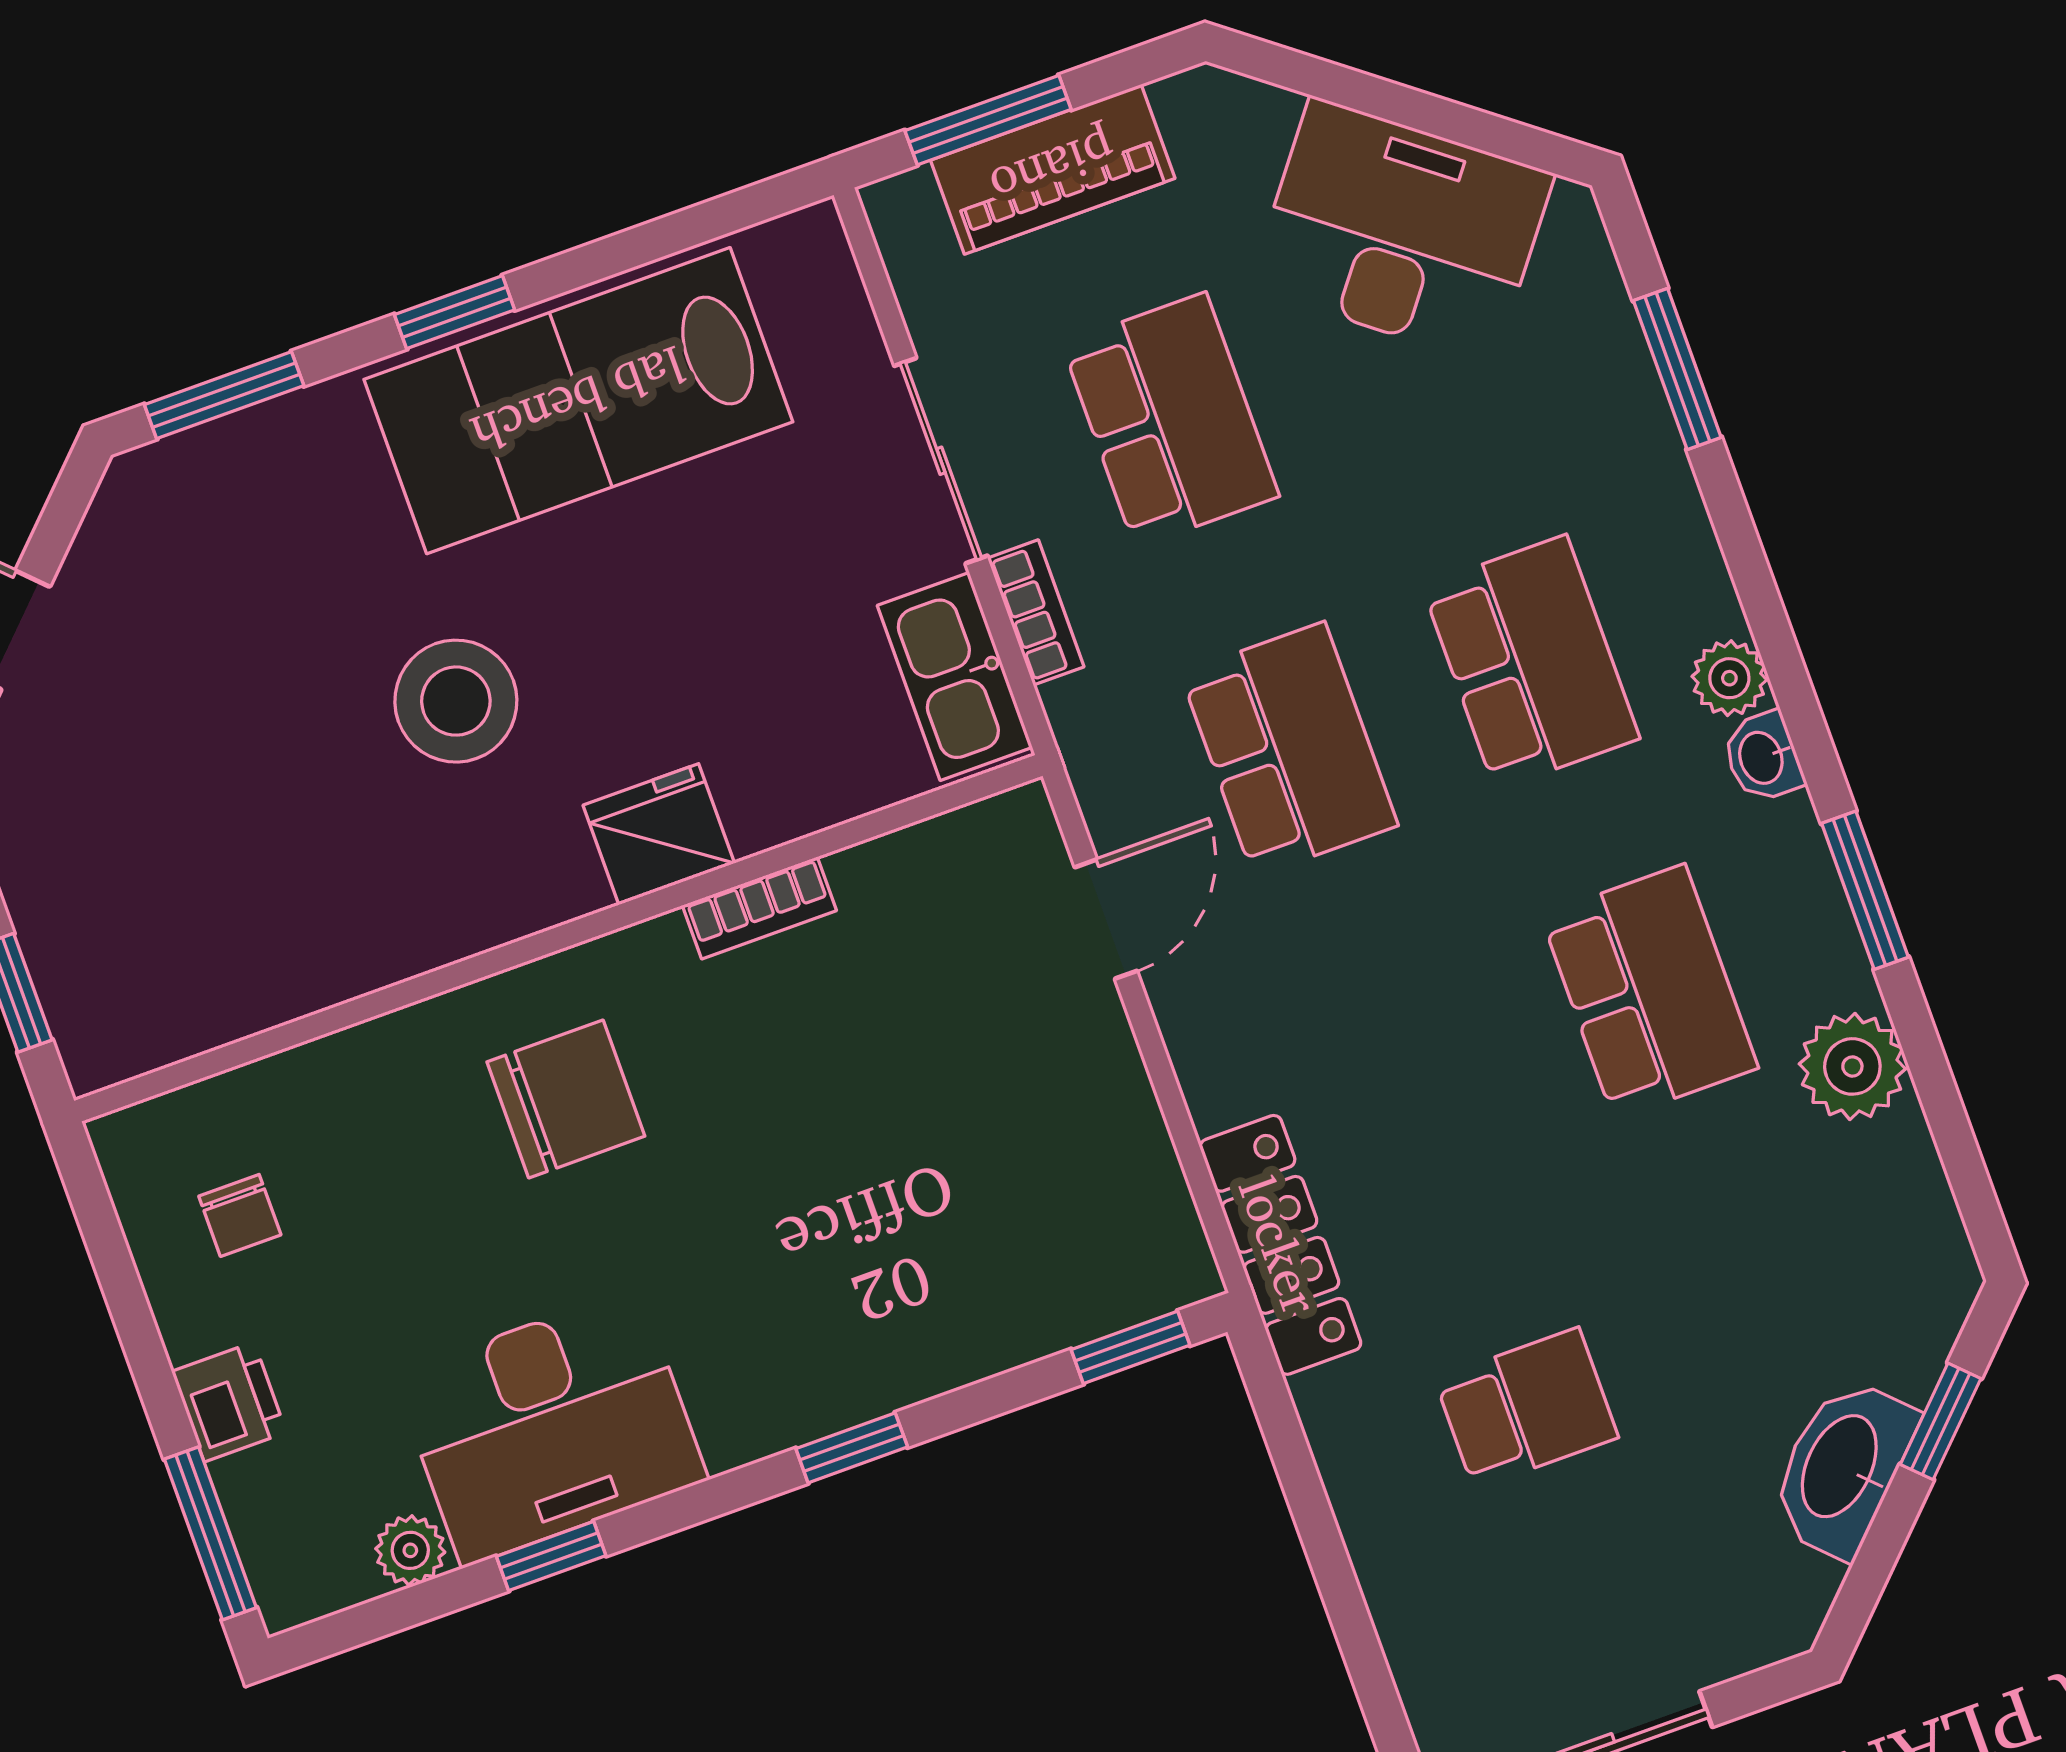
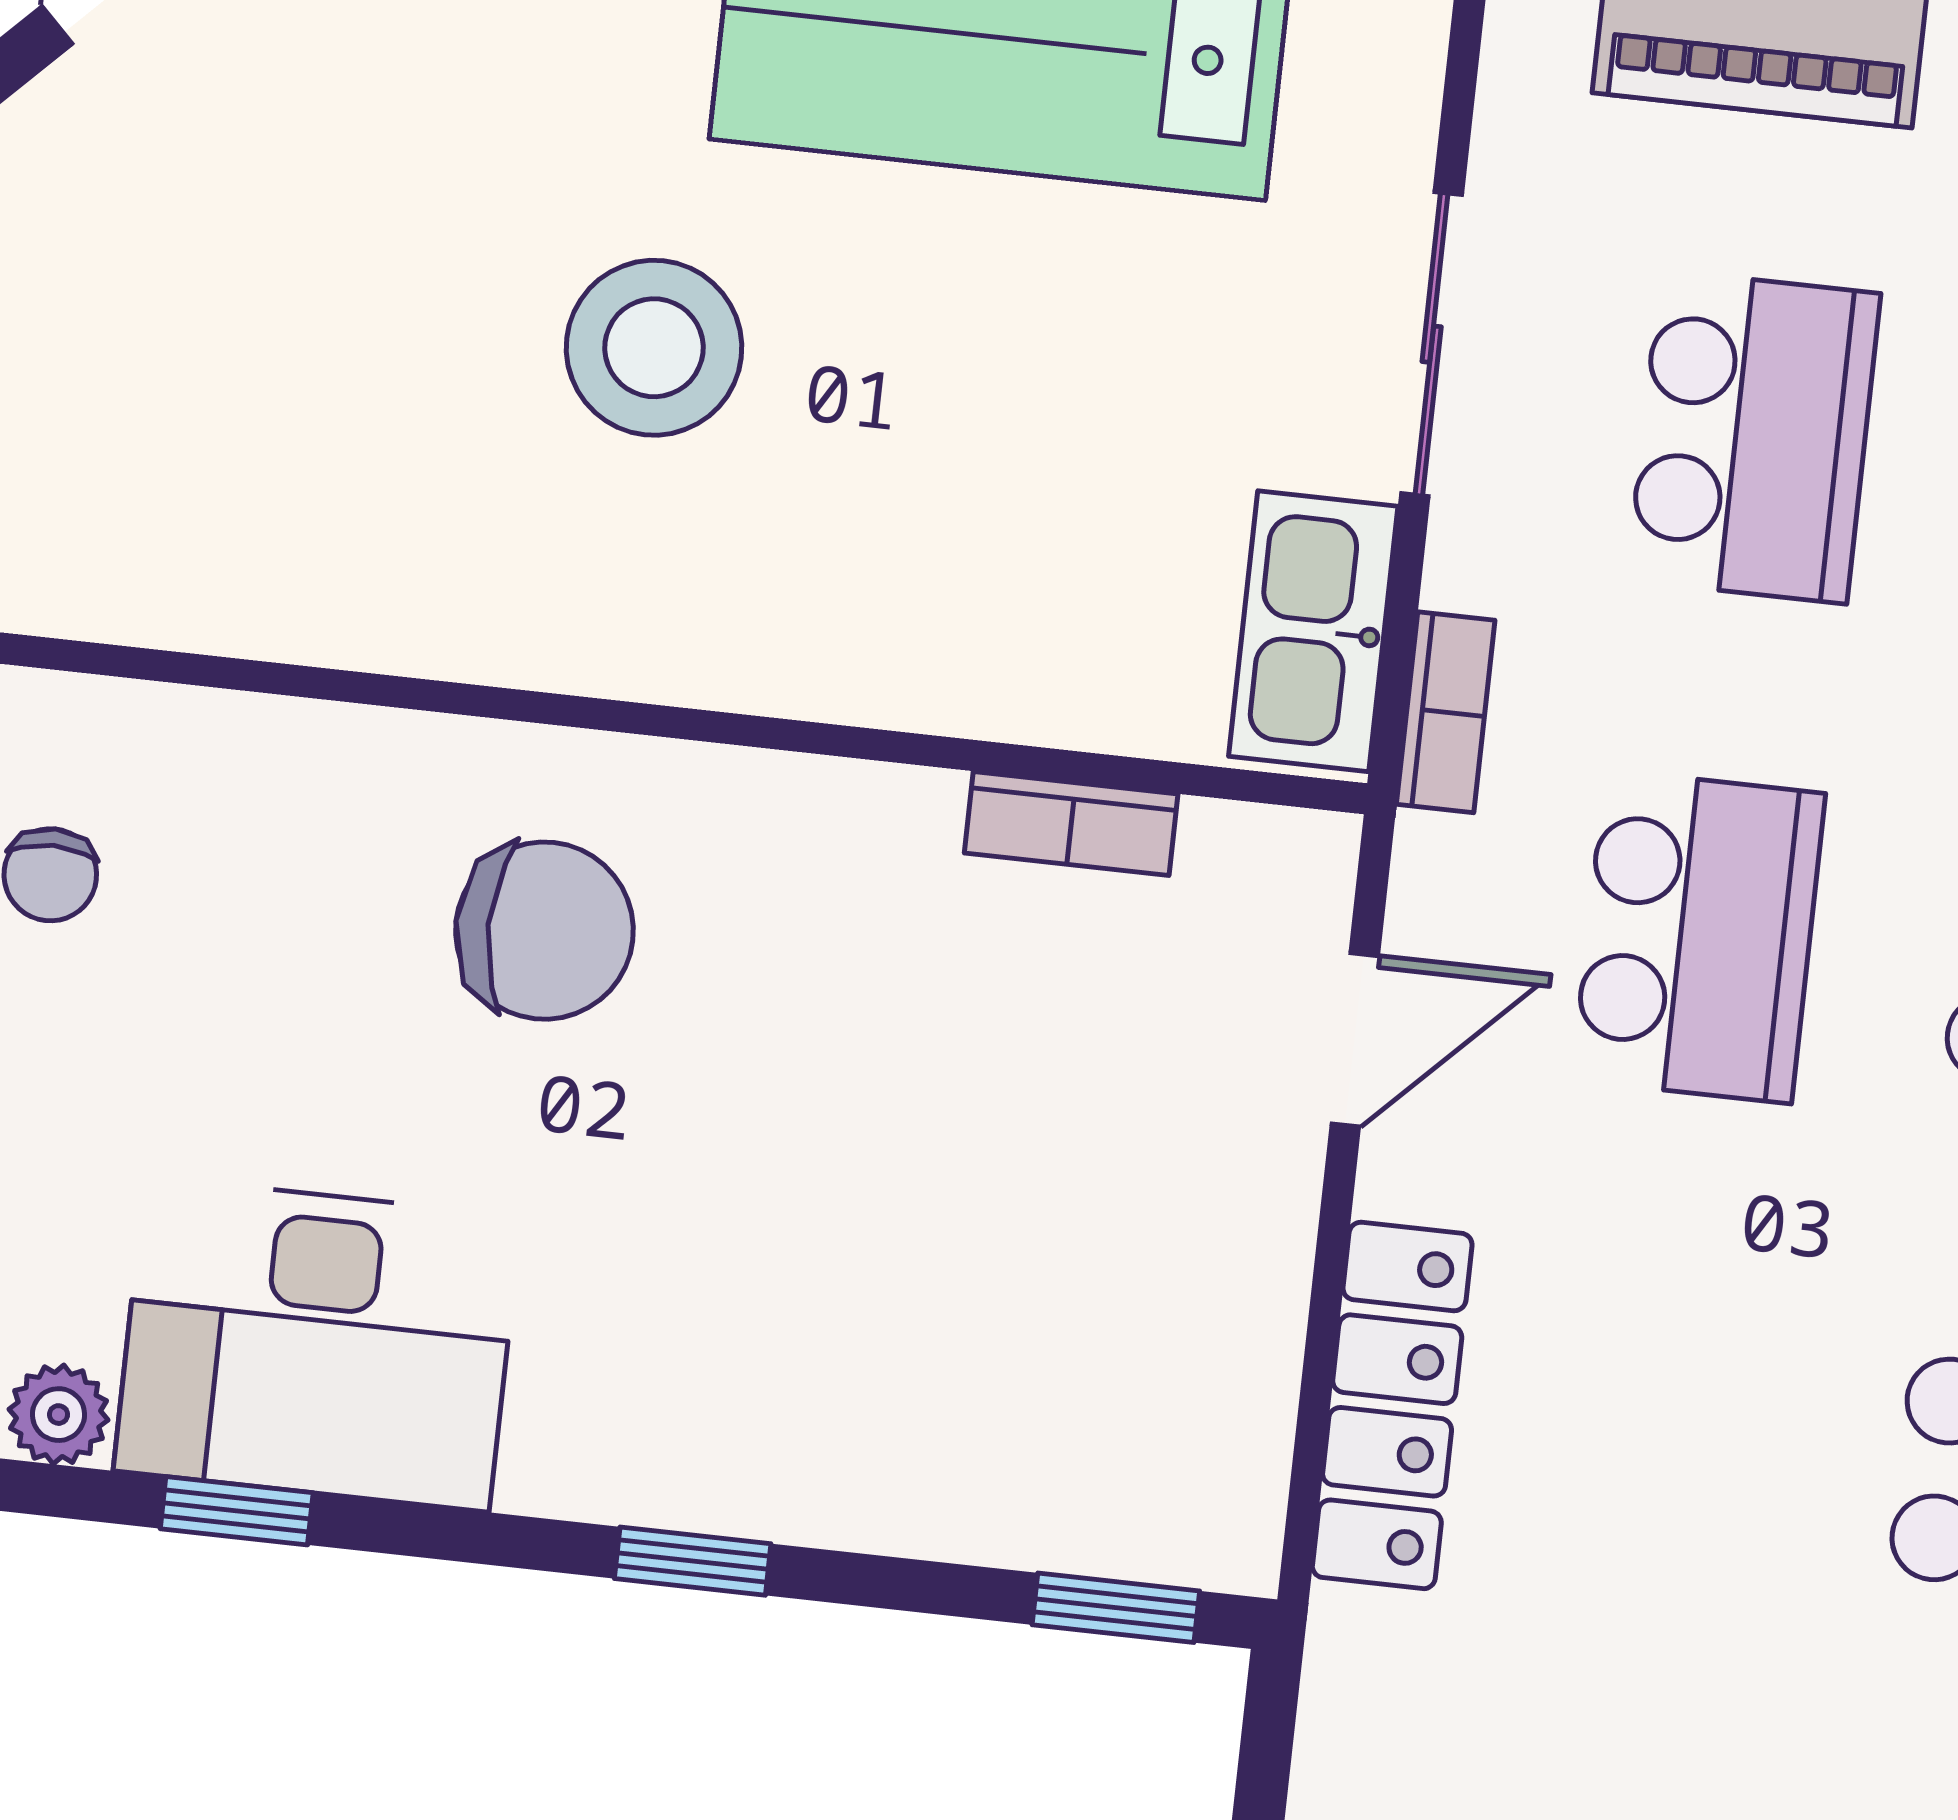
bookcase: (1036, 612) -> (1446, 712), moved
fridge: (659, 834) -> (832, 648), removed
bookcase: (759, 908) -> (1071, 824), moved
locker: (1280, 1245) -> (1392, 1405), moved

